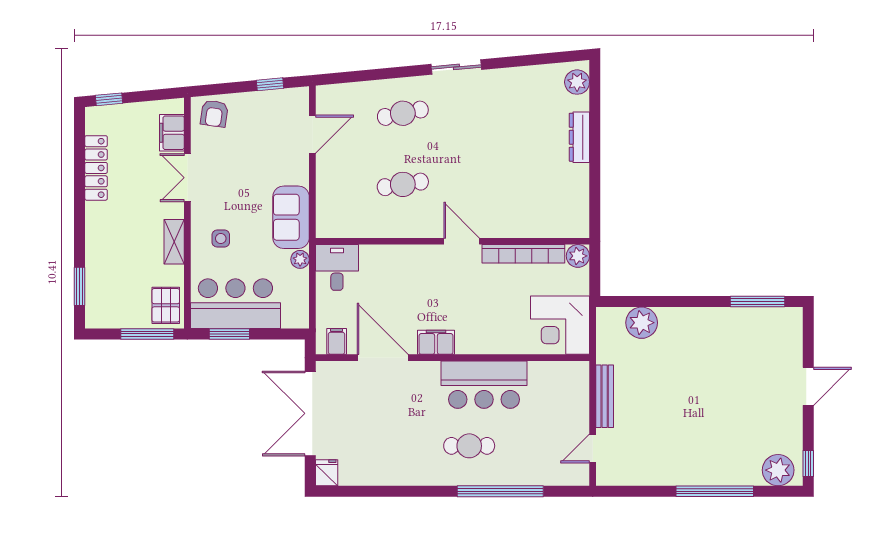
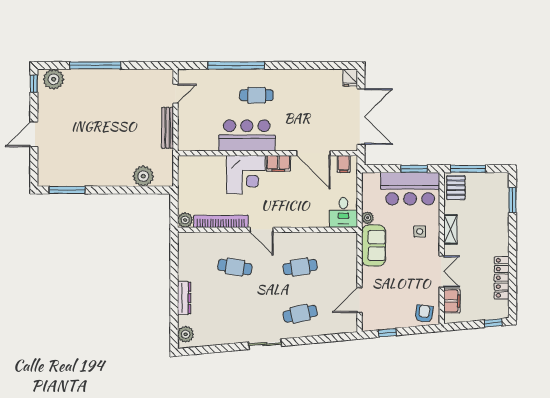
cafe table: (502, 184) -> (235, 267), added
corner desk: (560, 325) -> (246, 175), moved, turned 90

